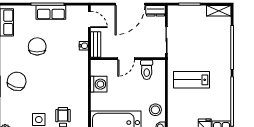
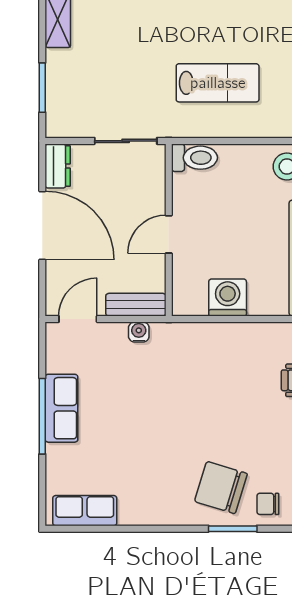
chair: (37, 46) -> (268, 504), moved, width x0.54, depth x0.54
door: (126, 59) -> (169, 234), swing flipped
toilet: (147, 70) -> (194, 158), moved
lab bench: (192, 80) -> (218, 83), turned -90

